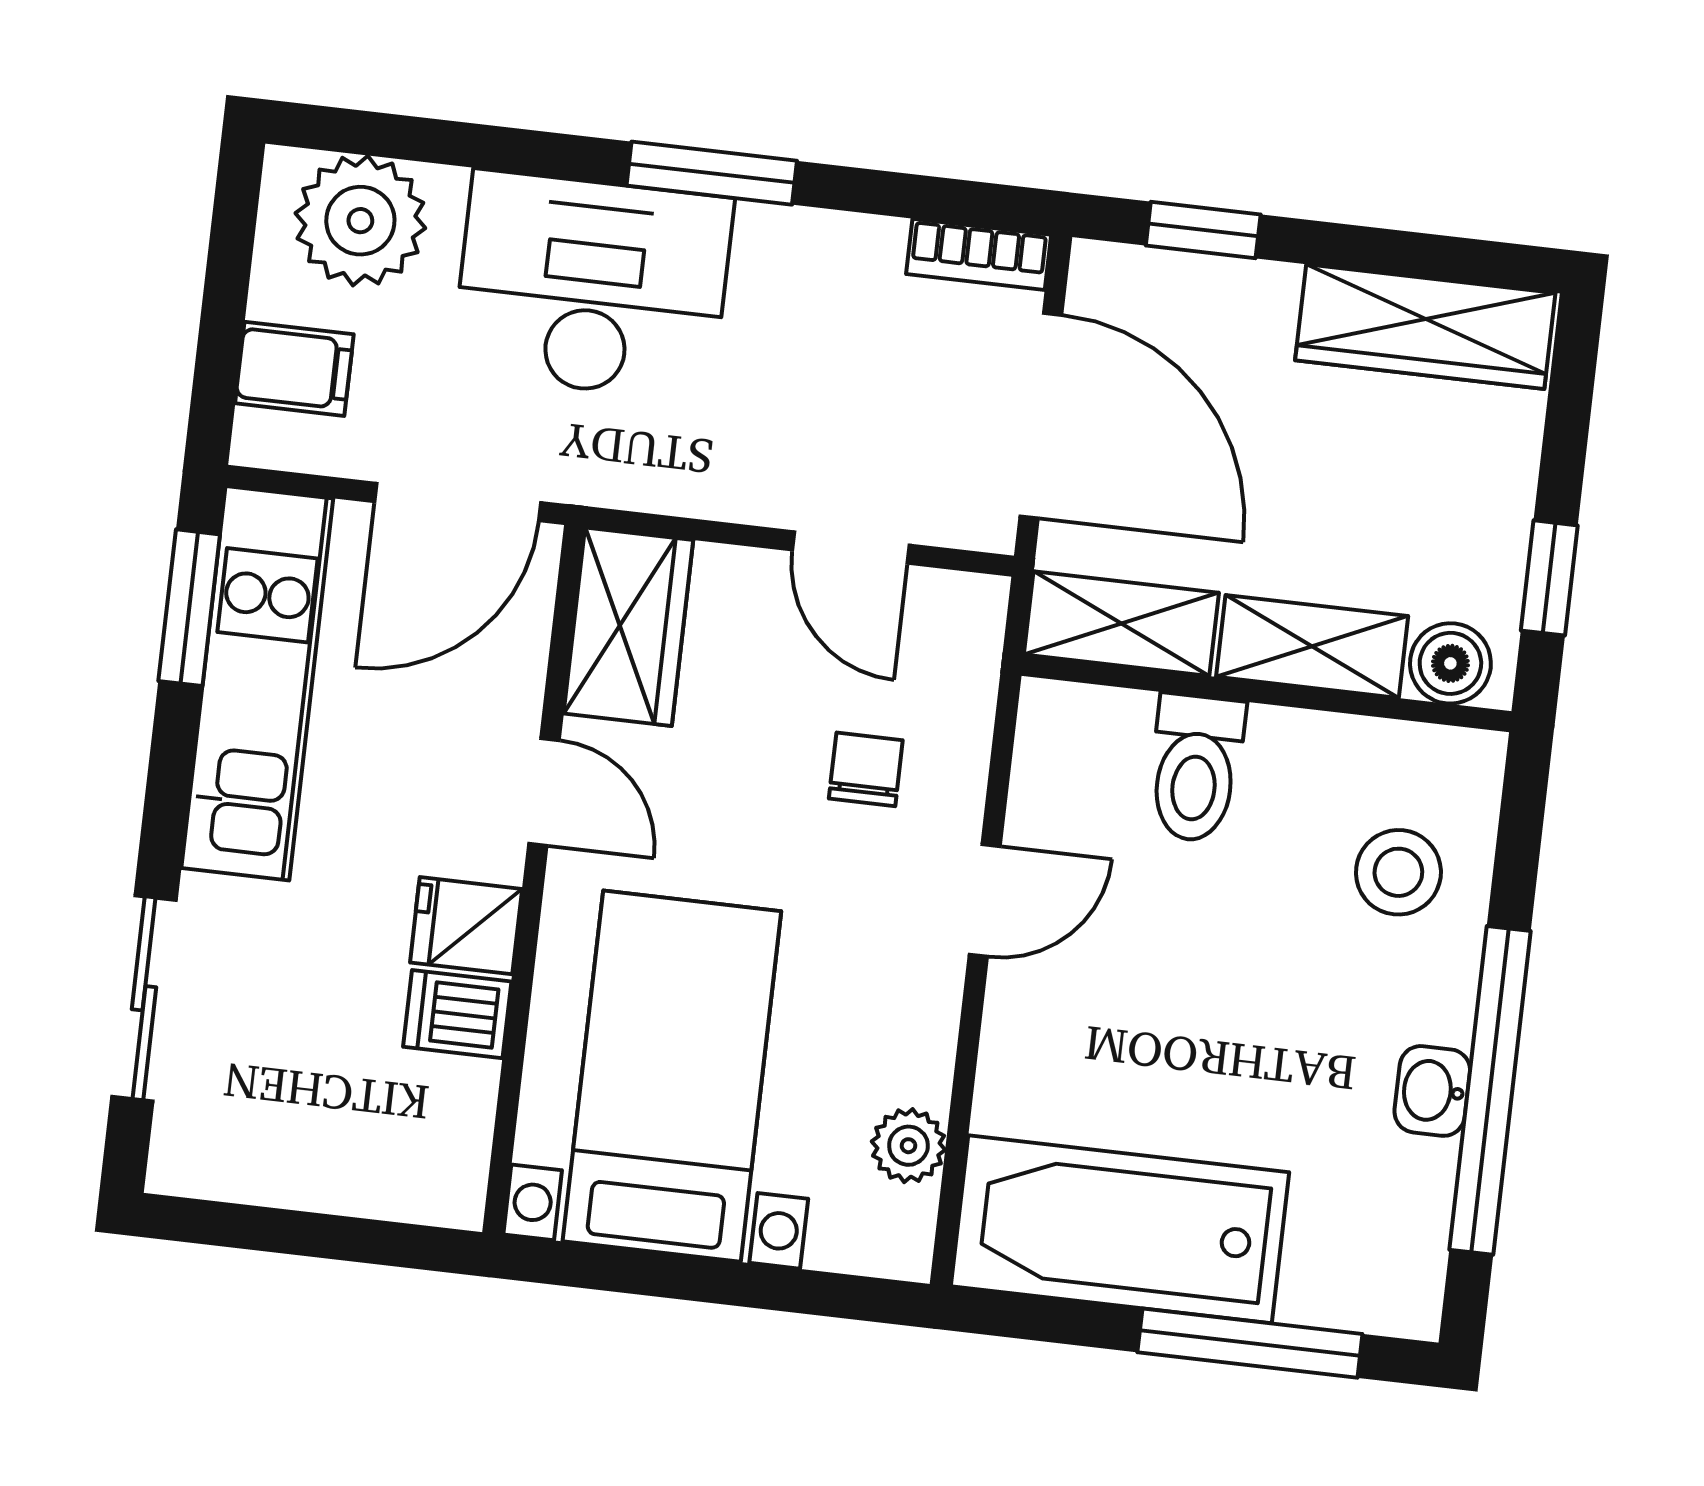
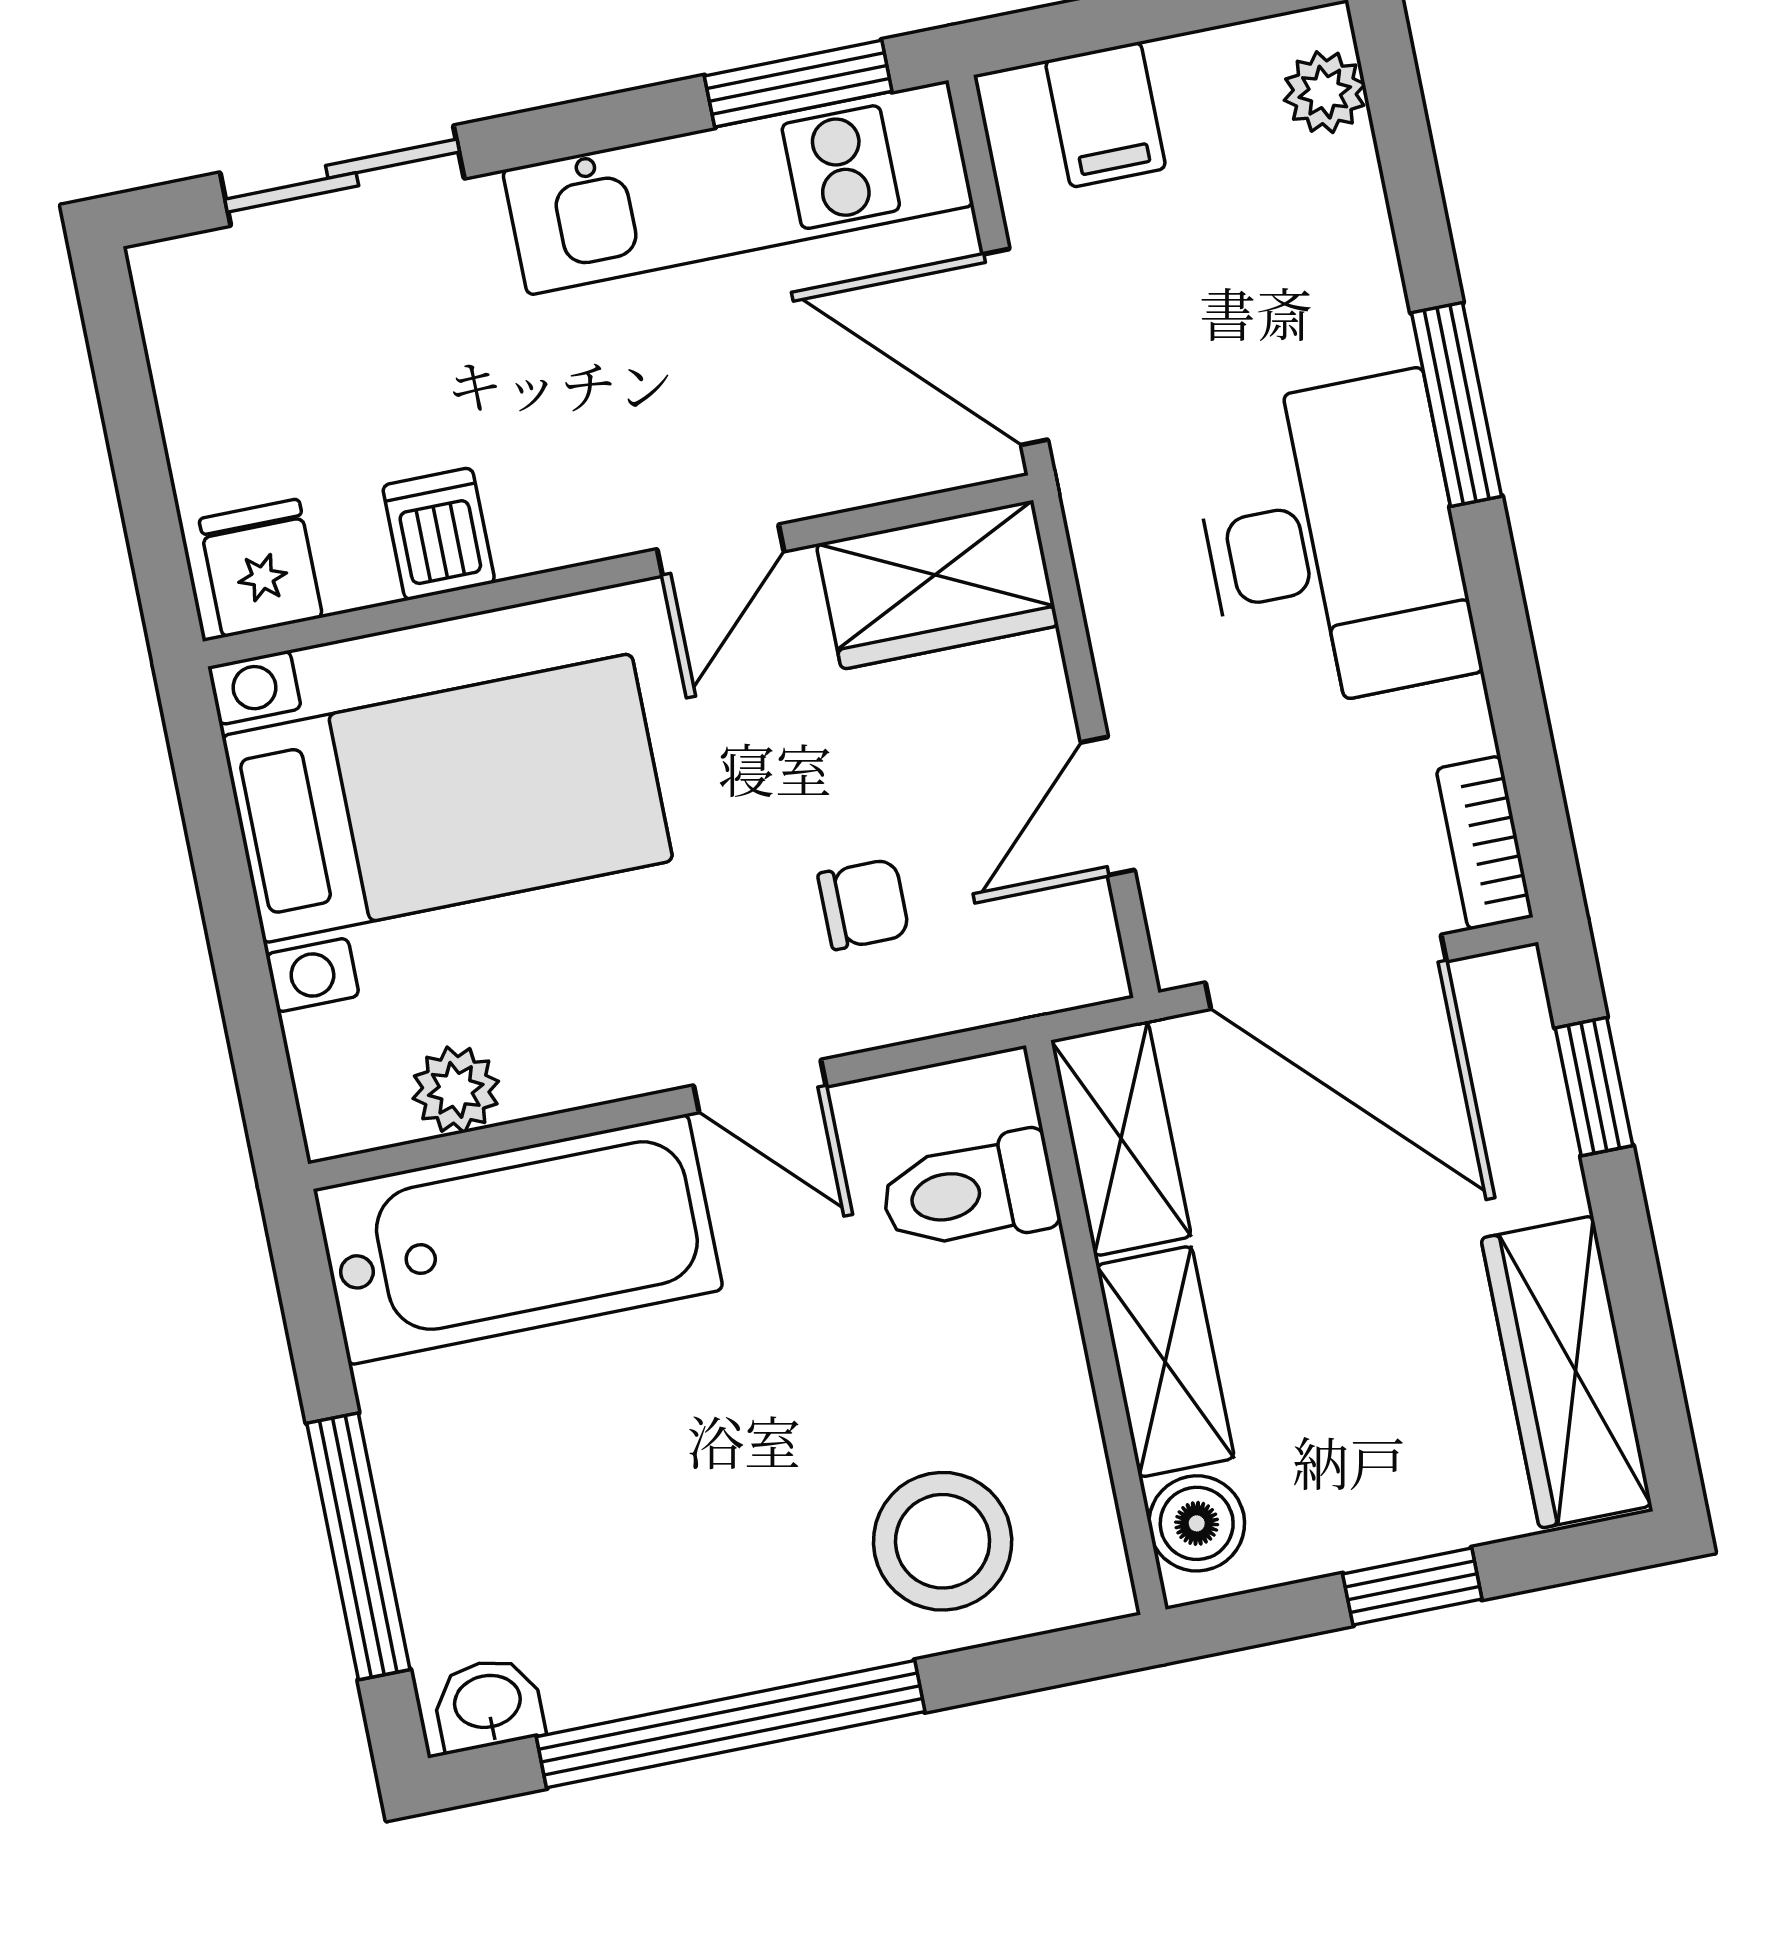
window: (712, 173) -> (1456, 404), moved
plant: (360, 221) -> (1325, 92), width x0.53, depth x0.53
desk: (592, 286) -> (1333, 543), moved
door: (1041, 416) -> (1326, 972), hinge flipped
window: (1549, 578) -> (1412, 1587), moved
toilet: (1196, 768) -> (969, 1192), moved
stool: (1398, 872) -> (943, 1541), width x1.38, depth x1.38
fridge: (466, 926) -> (261, 568), moved
washbasin: (1432, 1091) -> (488, 1704), moved
bathtub: (1120, 1229) -> (518, 1239), moved, turned 90

